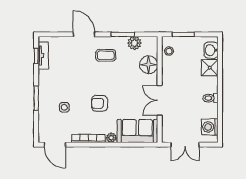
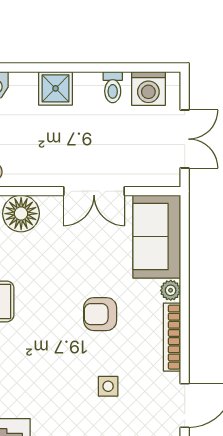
shower: (210, 68) -> (55, 88), moved
toilet: (210, 98) -> (113, 87), moved
armchair: (100, 103) -> (100, 314), turned 90

